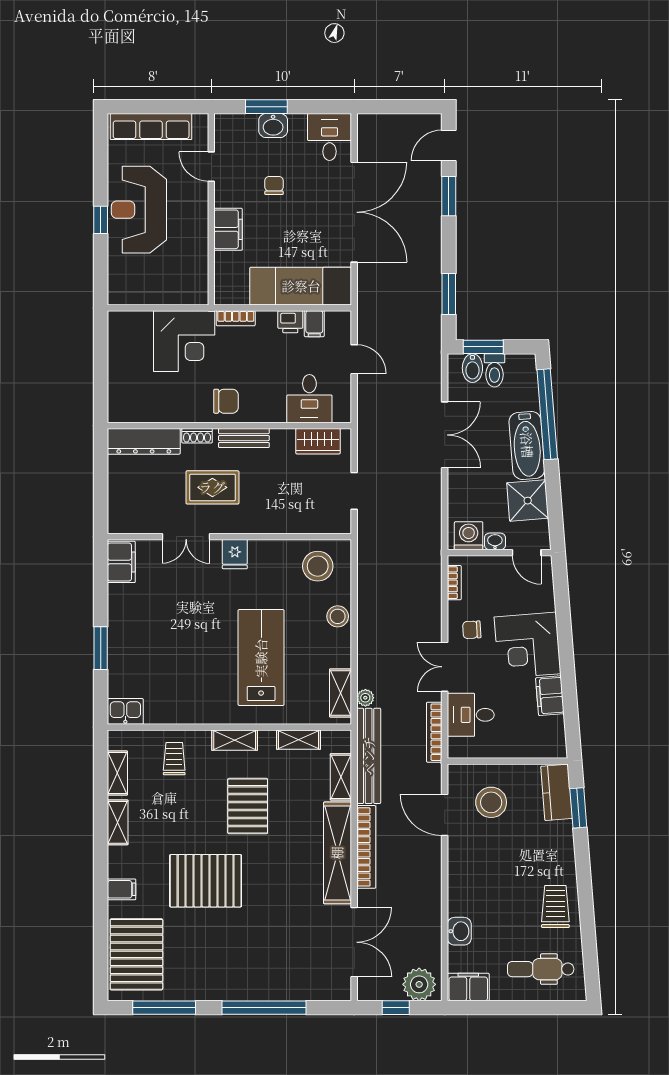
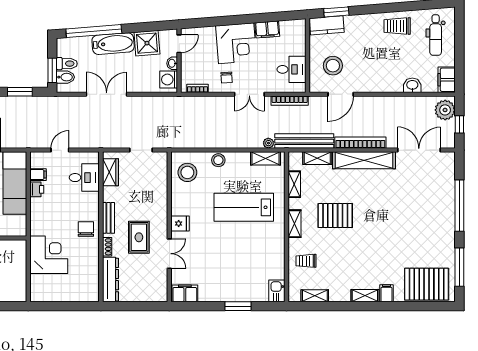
bookcase: (236, 318) -> (35, 223), removed
desk: (471, 715) -> (291, 69), moved, turned -90
shelving: (118, 822) -> (365, 296), moved
pallet: (206, 881) -> (381, 242), removed

